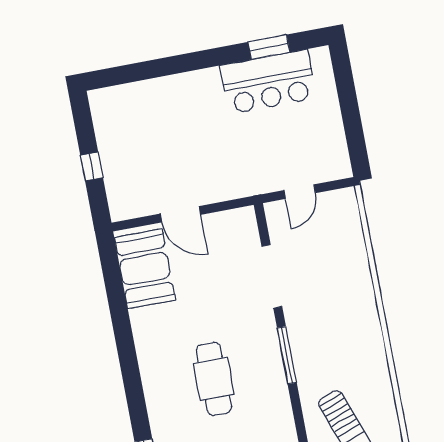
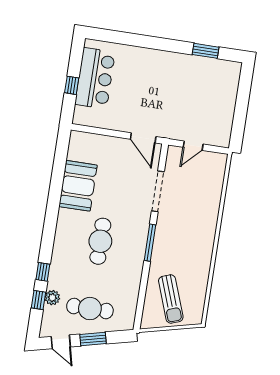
bar counter: (268, 82) -> (95, 78), moved, turned -90
door: (180, 214) -> (143, 138), moved
booth: (145, 269) -> (78, 186), moved

